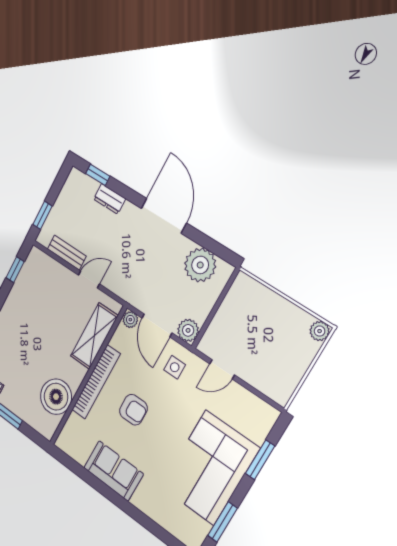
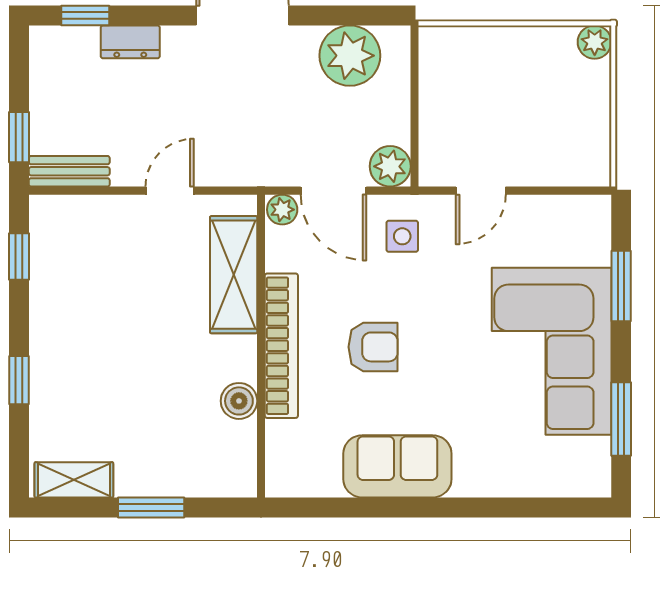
bench: (67, 253) -> (69, 171), moved
boiler: (56, 397) -> (239, 401), width x0.54, depth x0.54

